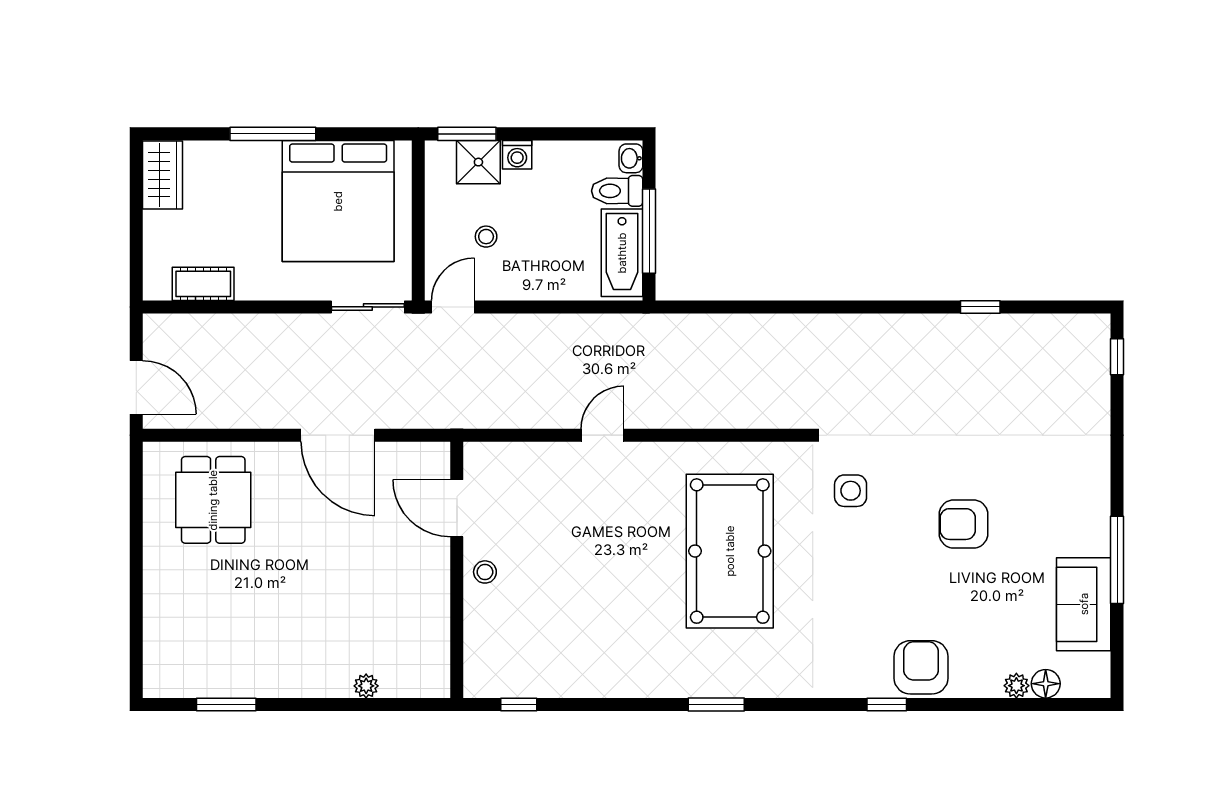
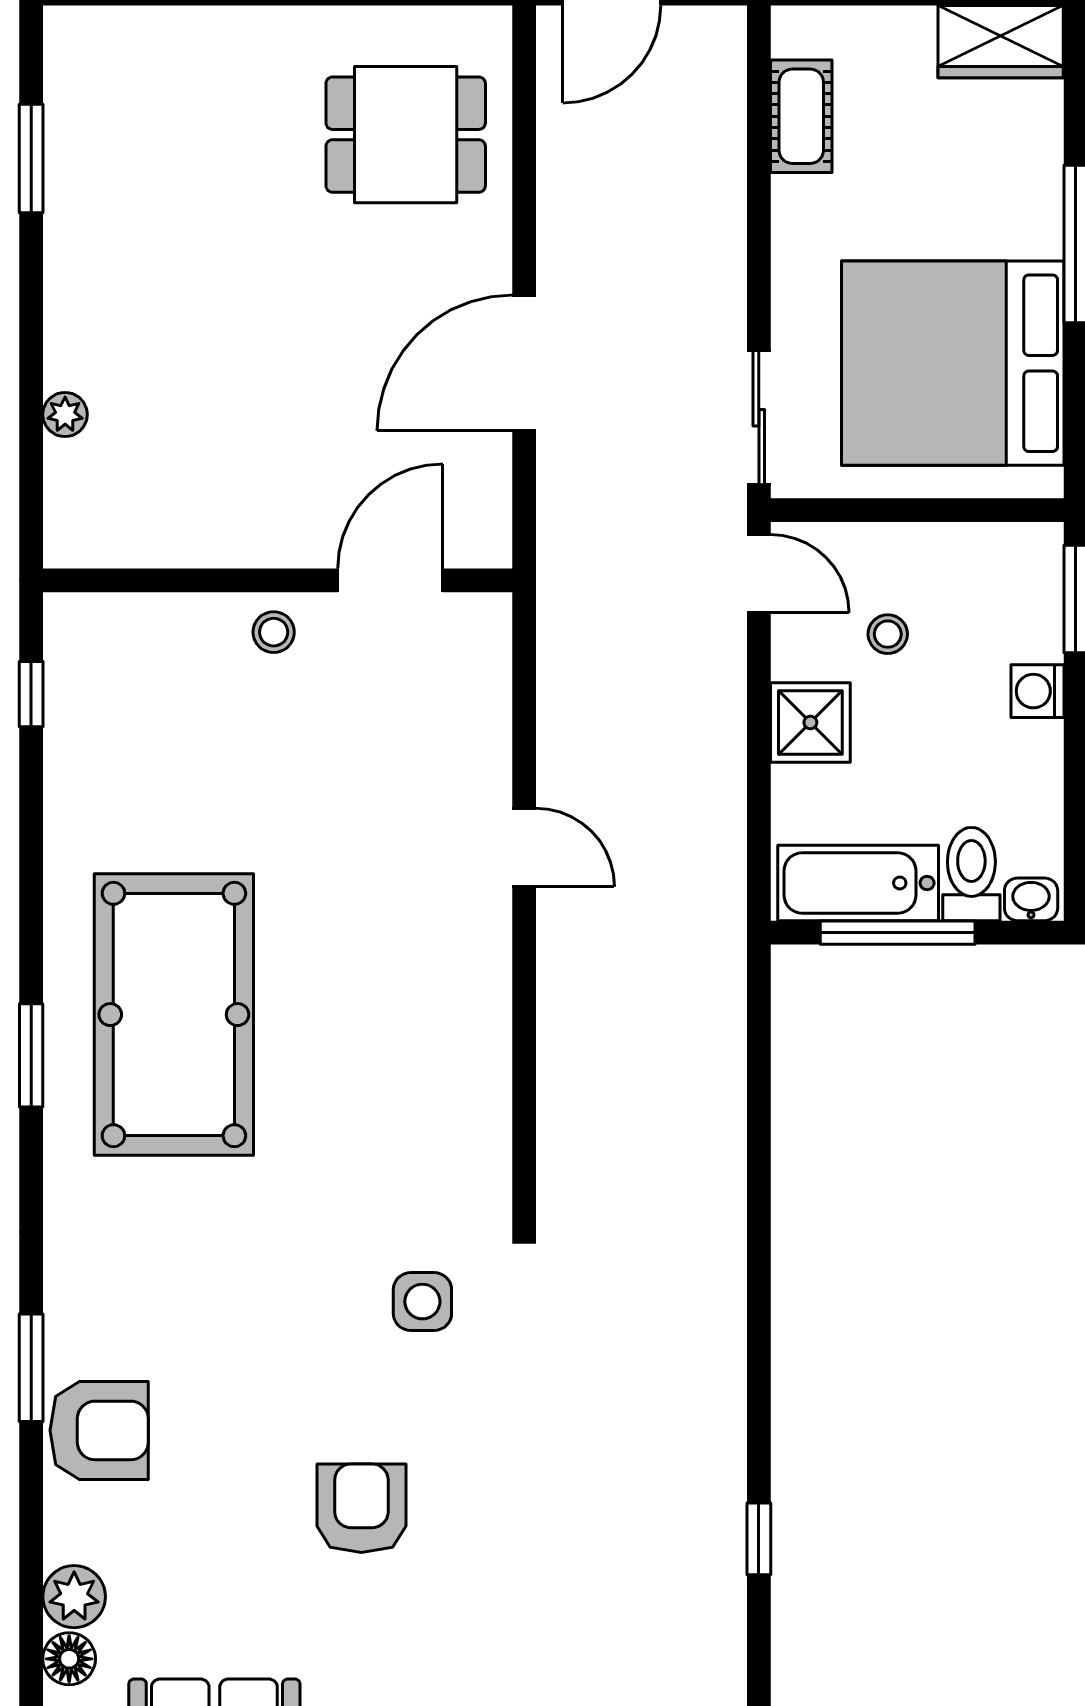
shower: (478, 162) -> (810, 722), moved
pool table: (730, 551) -> (174, 1015), moved, turned 90
plant: (1016, 686) -> (74, 1597), width x1.38, depth x1.38
window: (887, 704) -> (31, 1368), width x1.50

